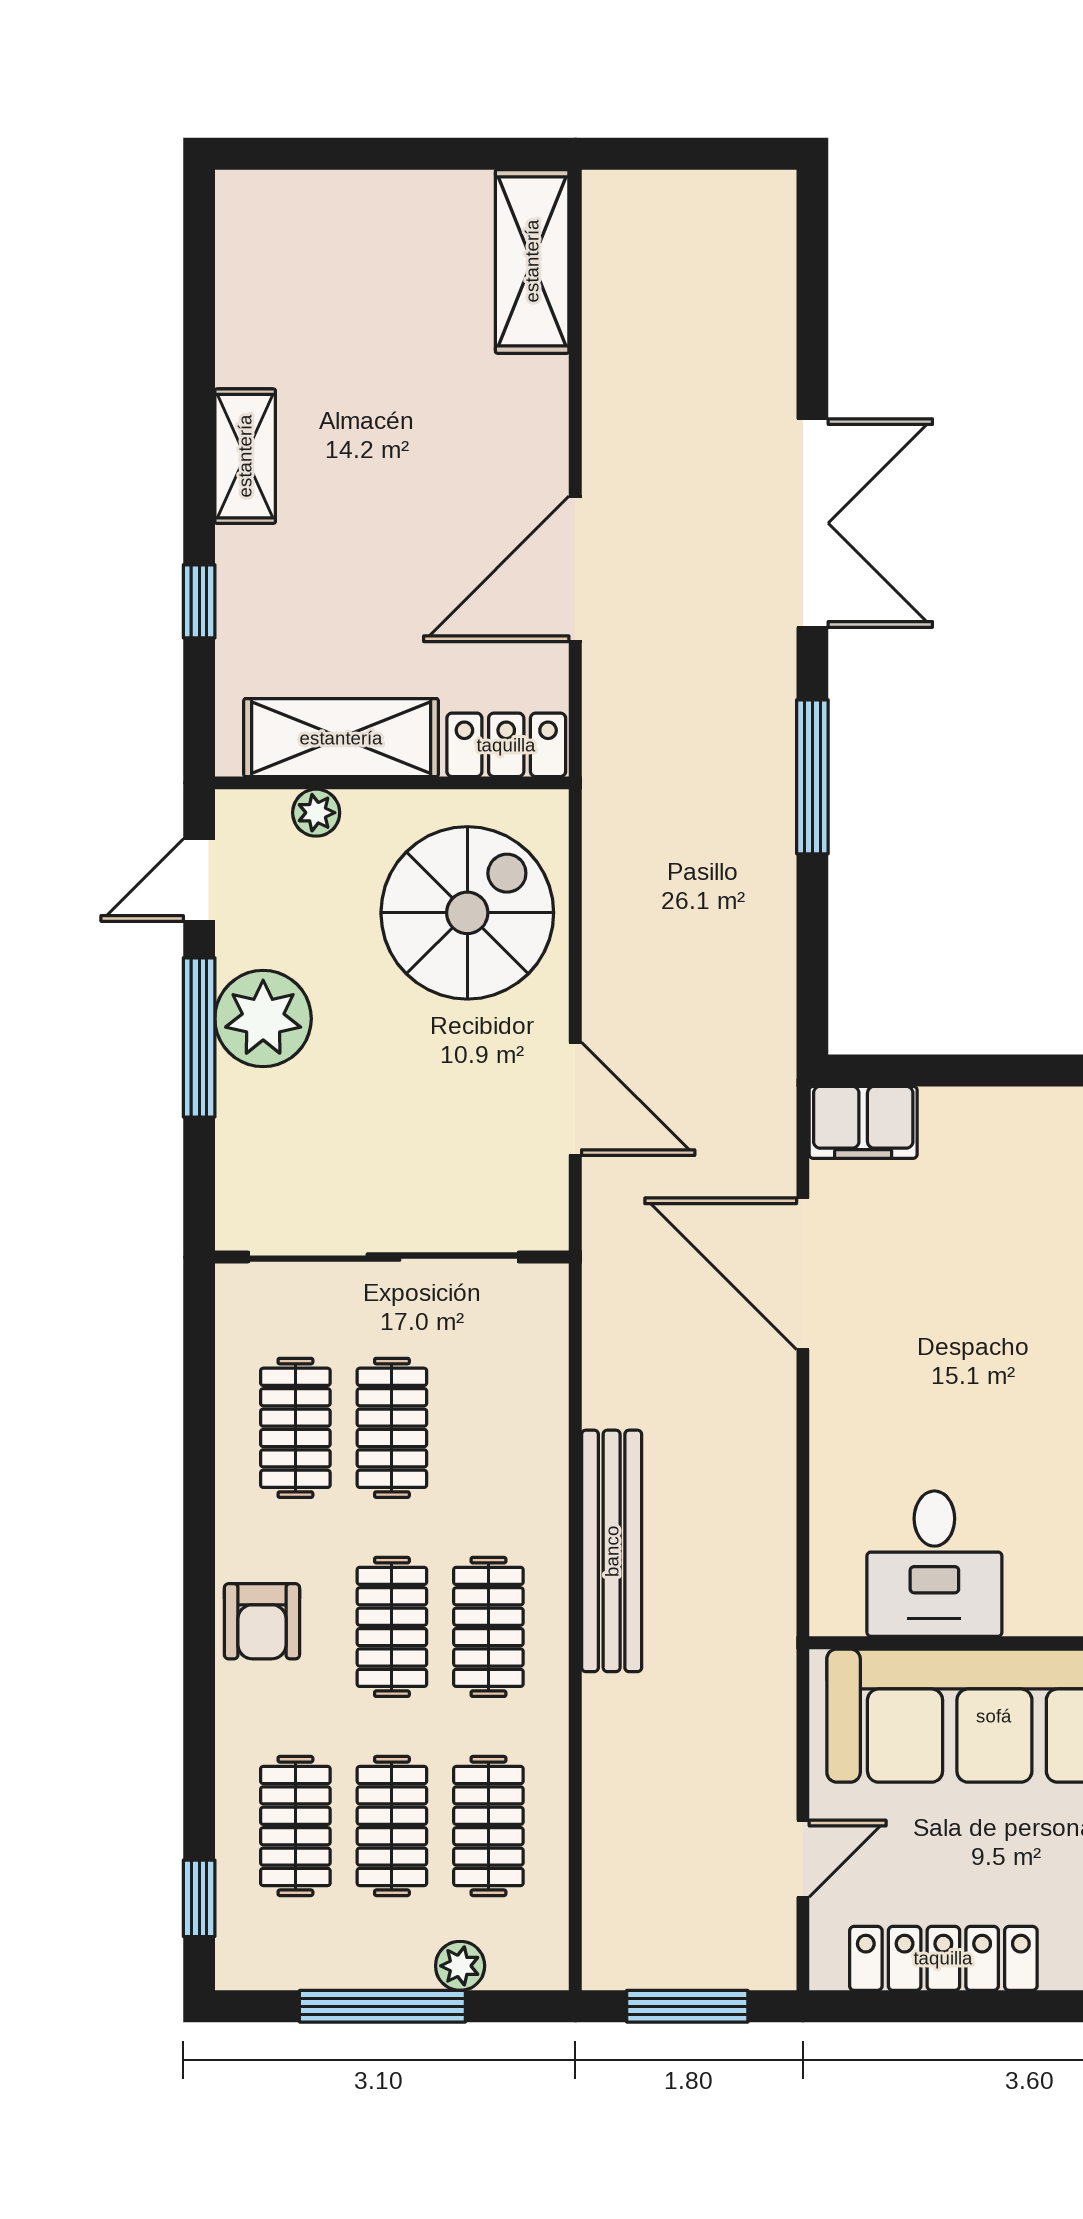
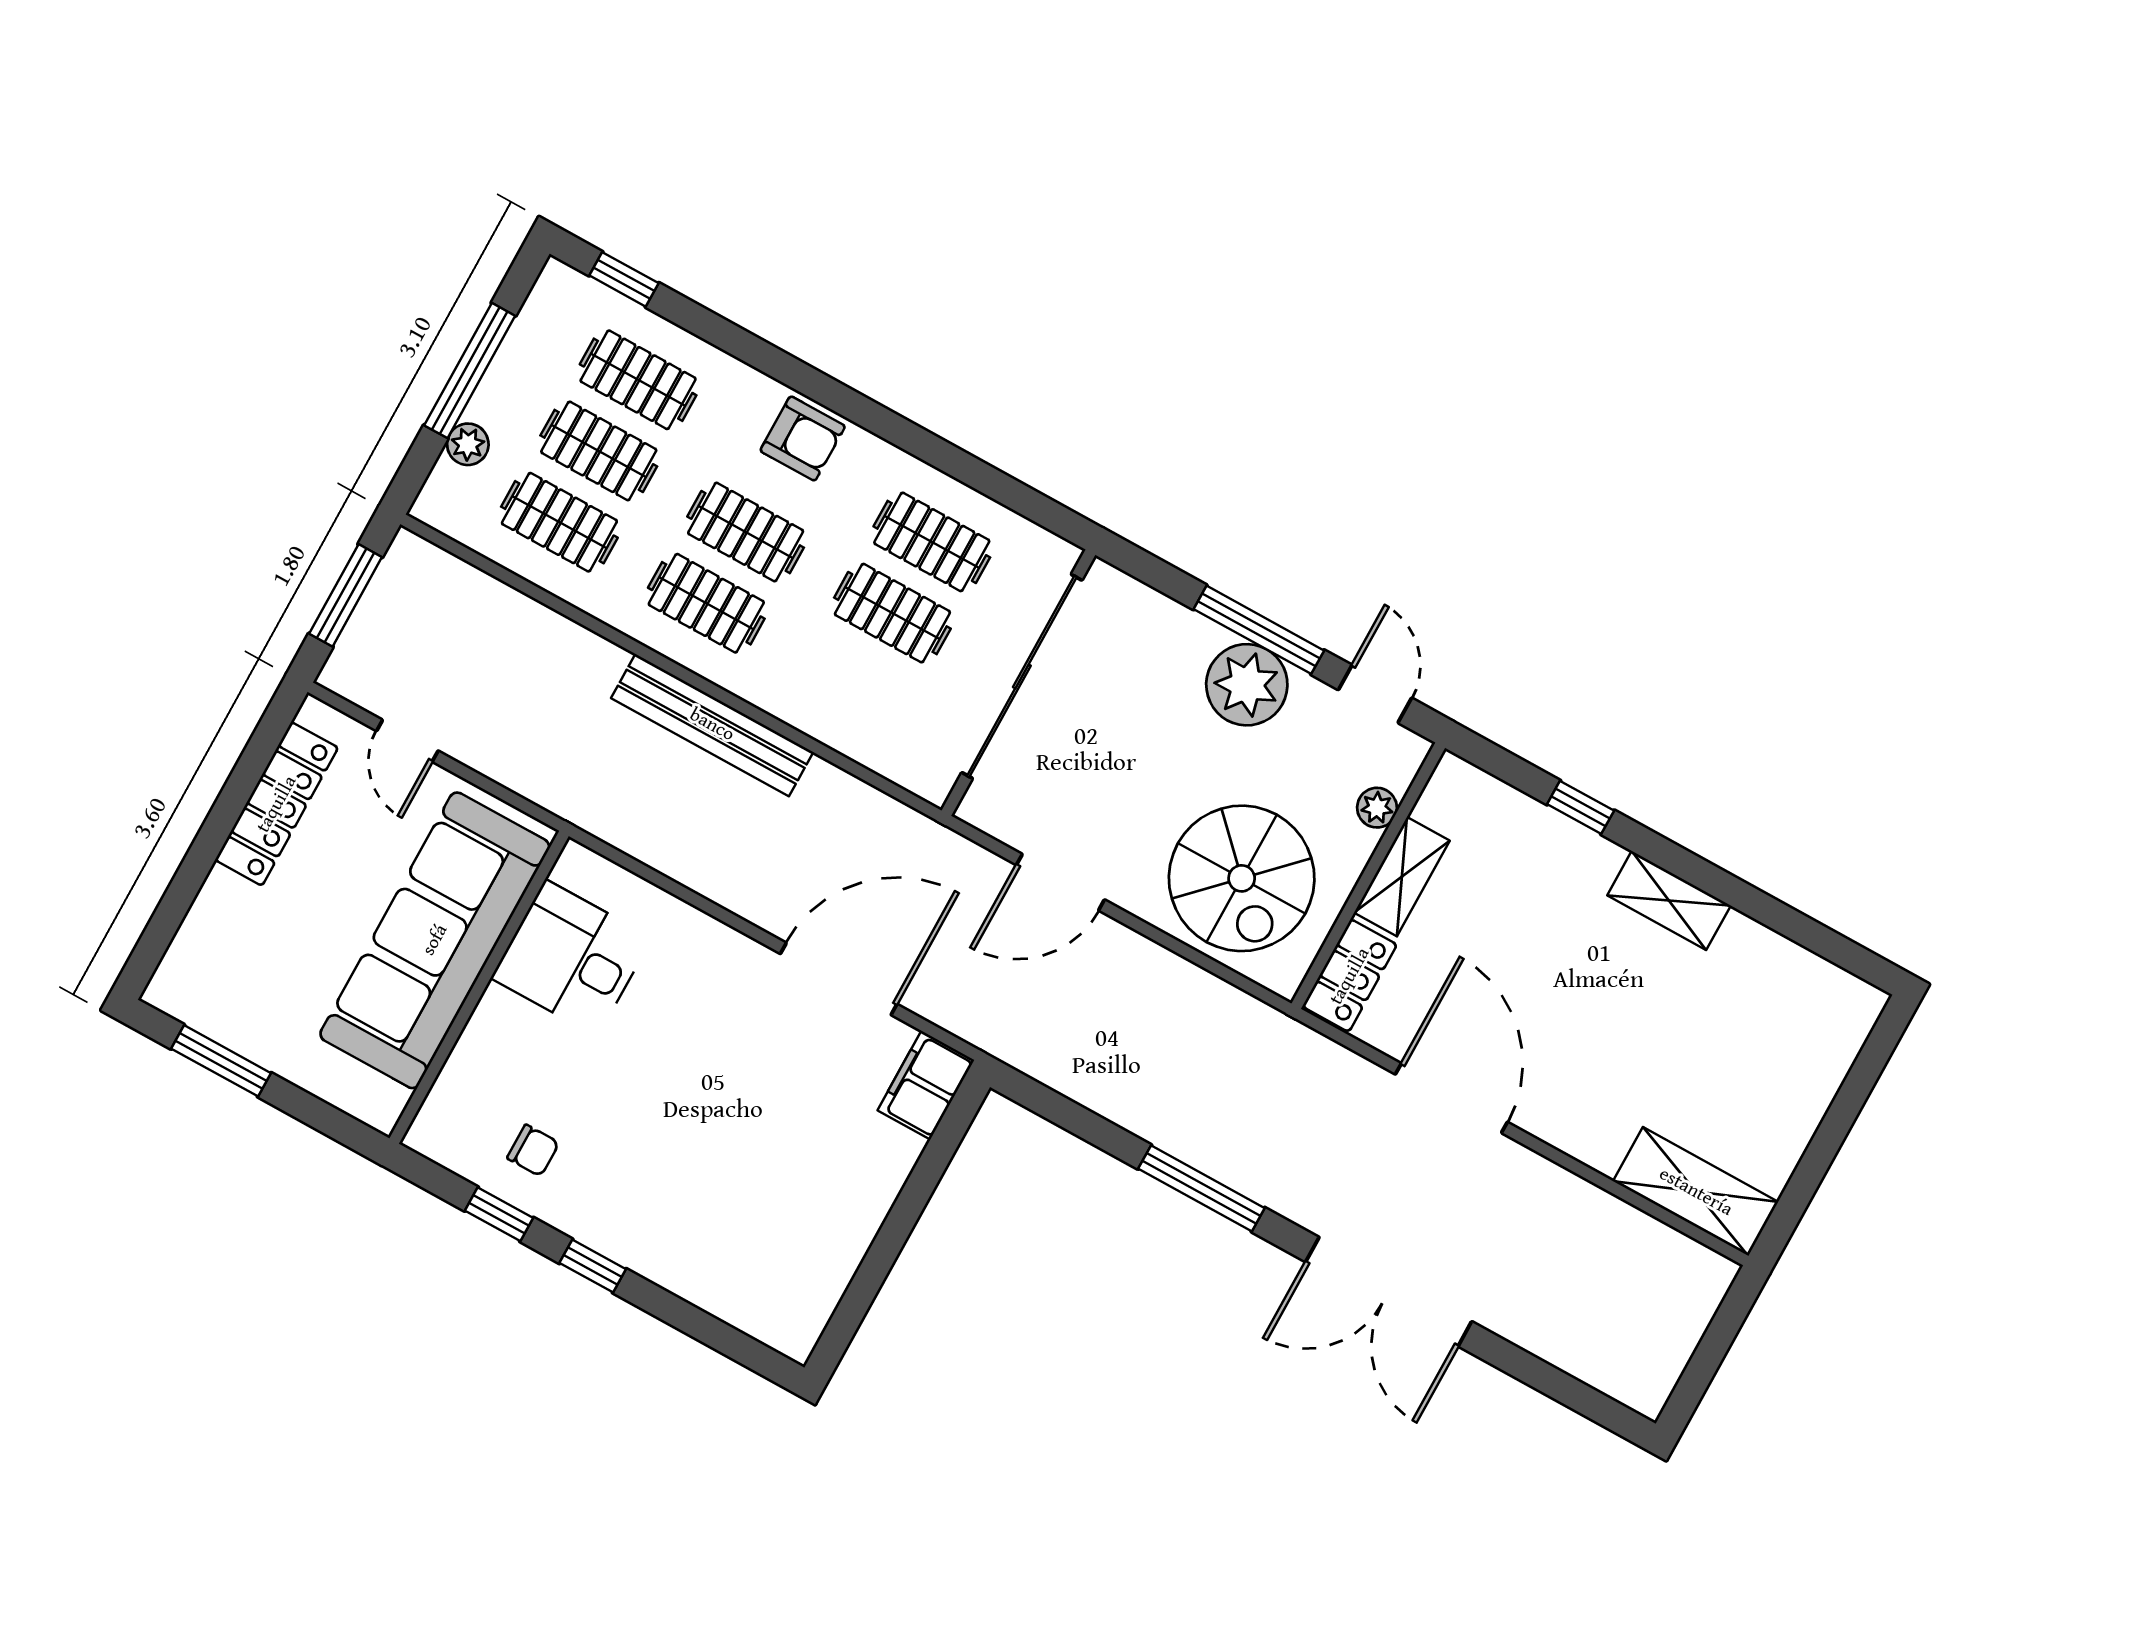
shelving: (341, 738) -> (1402, 877), width x0.67, depth x0.75
armchair: (262, 1621) -> (803, 438), turned 180

